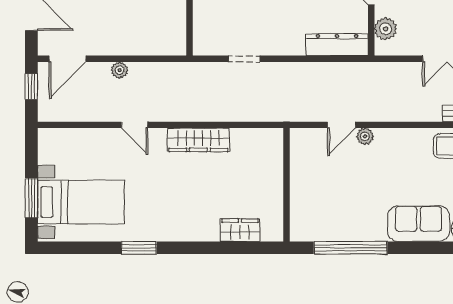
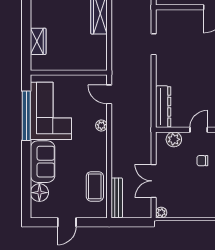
door: (341, 125) -> (109, 94), moved
corner sofa: (343, 211) -> (51, 111), added

